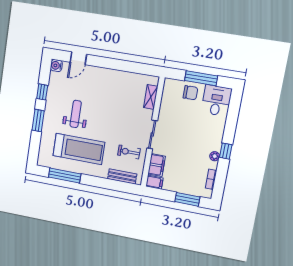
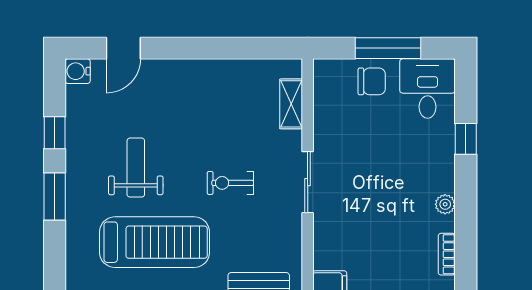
window: (226, 151) -> (466, 139), moved
exercise bike: (129, 152) -> (230, 183), moved
filing cabinet: (157, 165) -> (328, 246), removed

